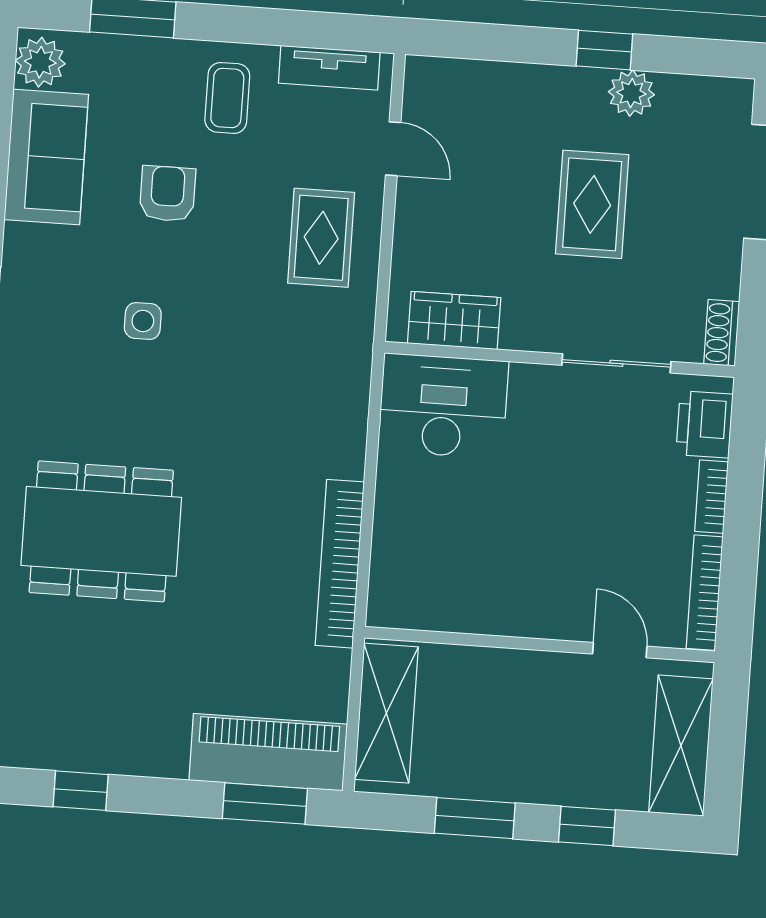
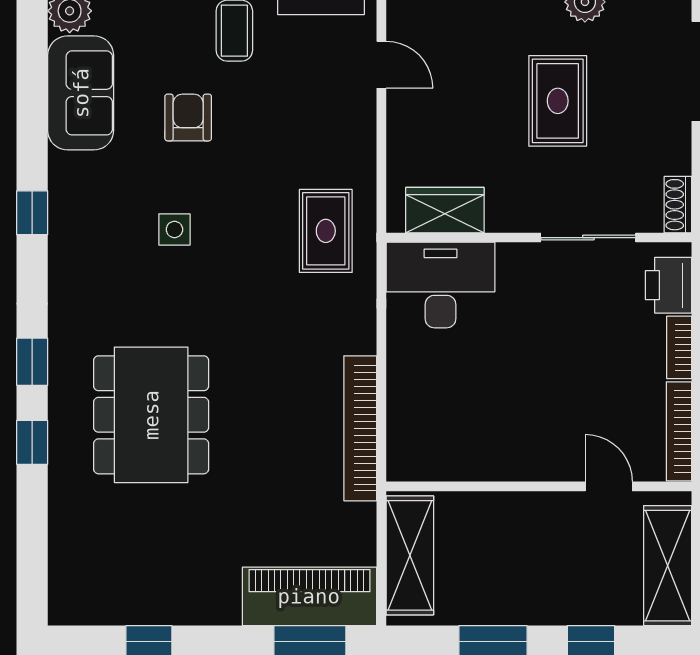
rug: (321, 238) -> (326, 231), moved
dining table: (101, 531) -> (151, 415), turned 90

